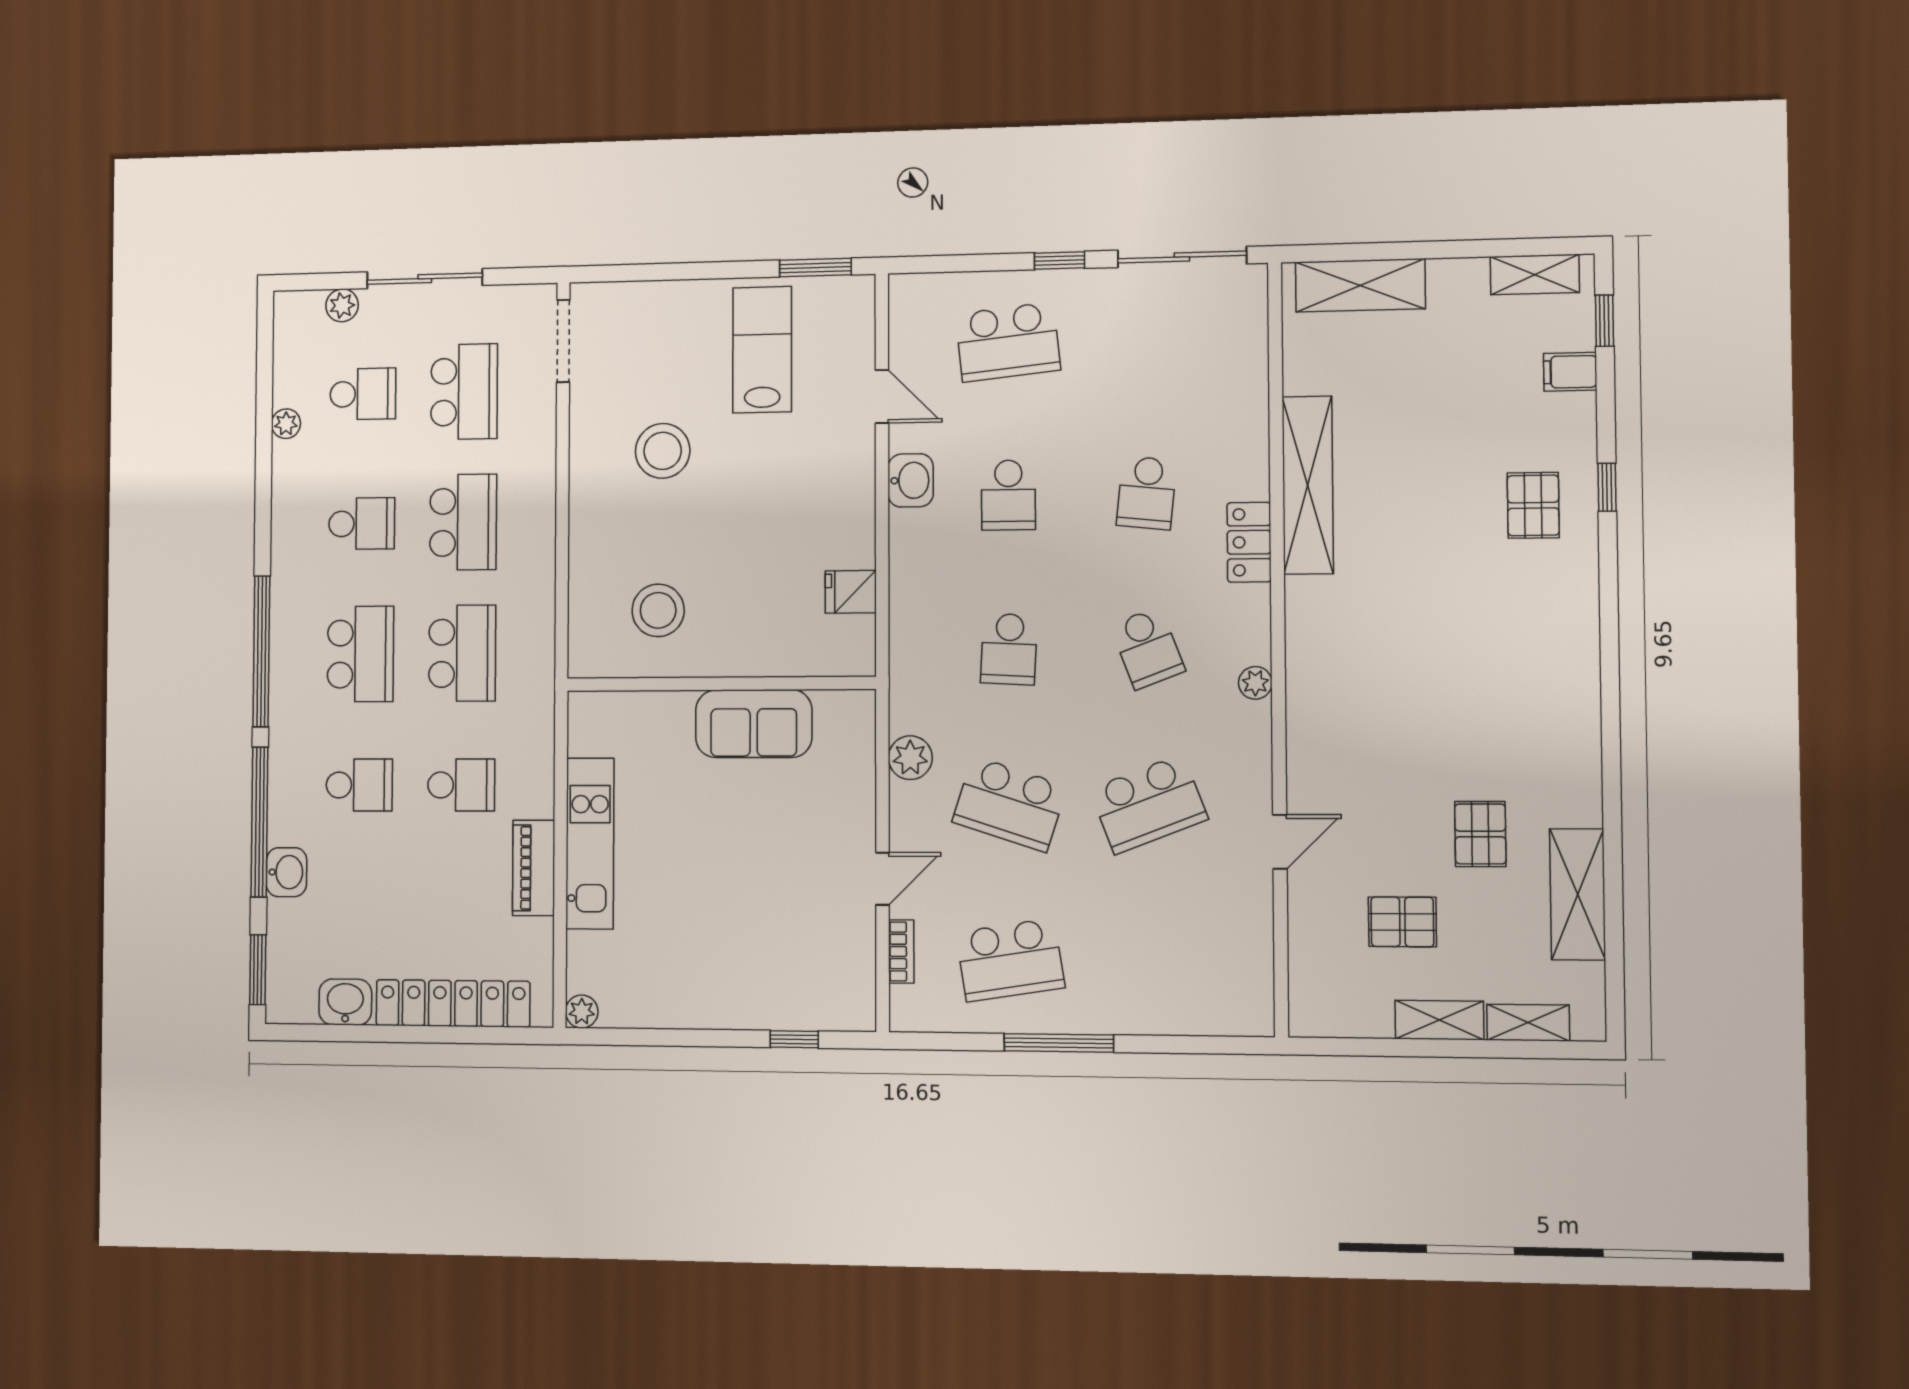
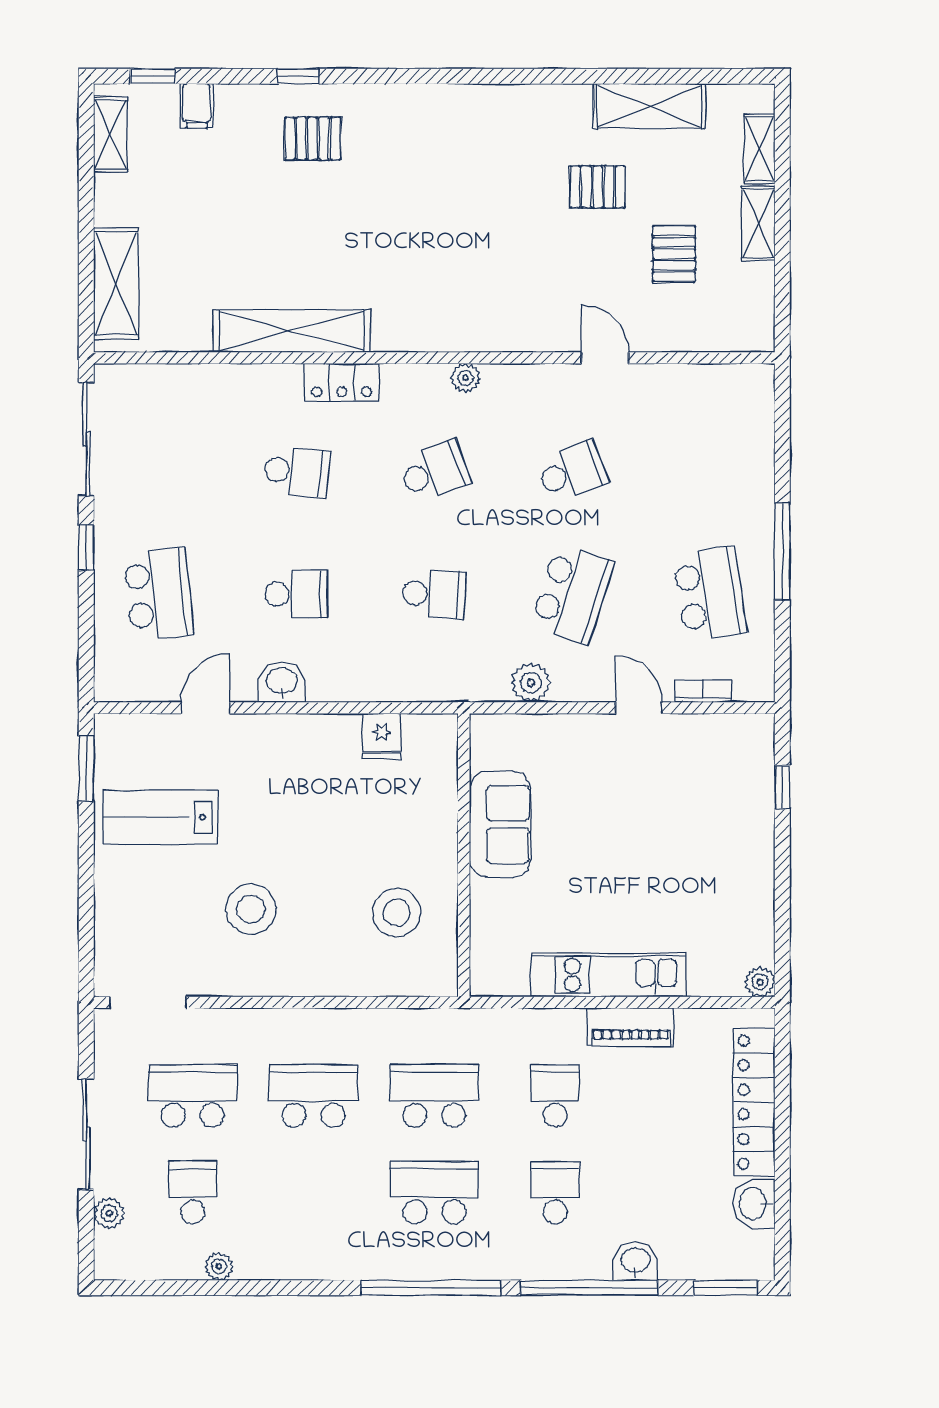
school desk: (362, 524) -> (313, 1193), removed
school desk: (1149, 804) -> (572, 472), width x0.54

